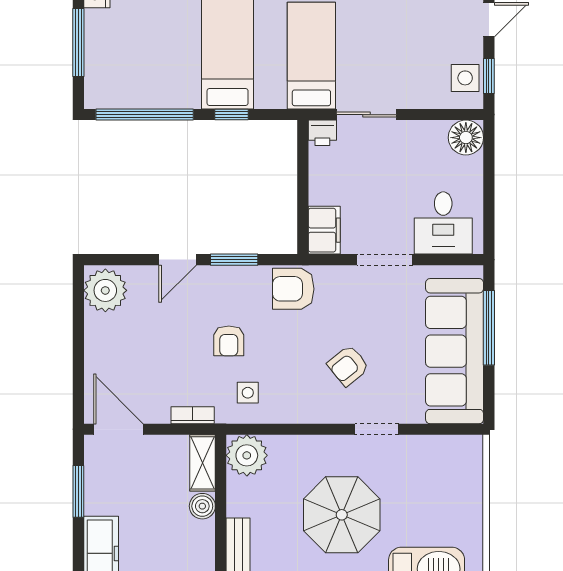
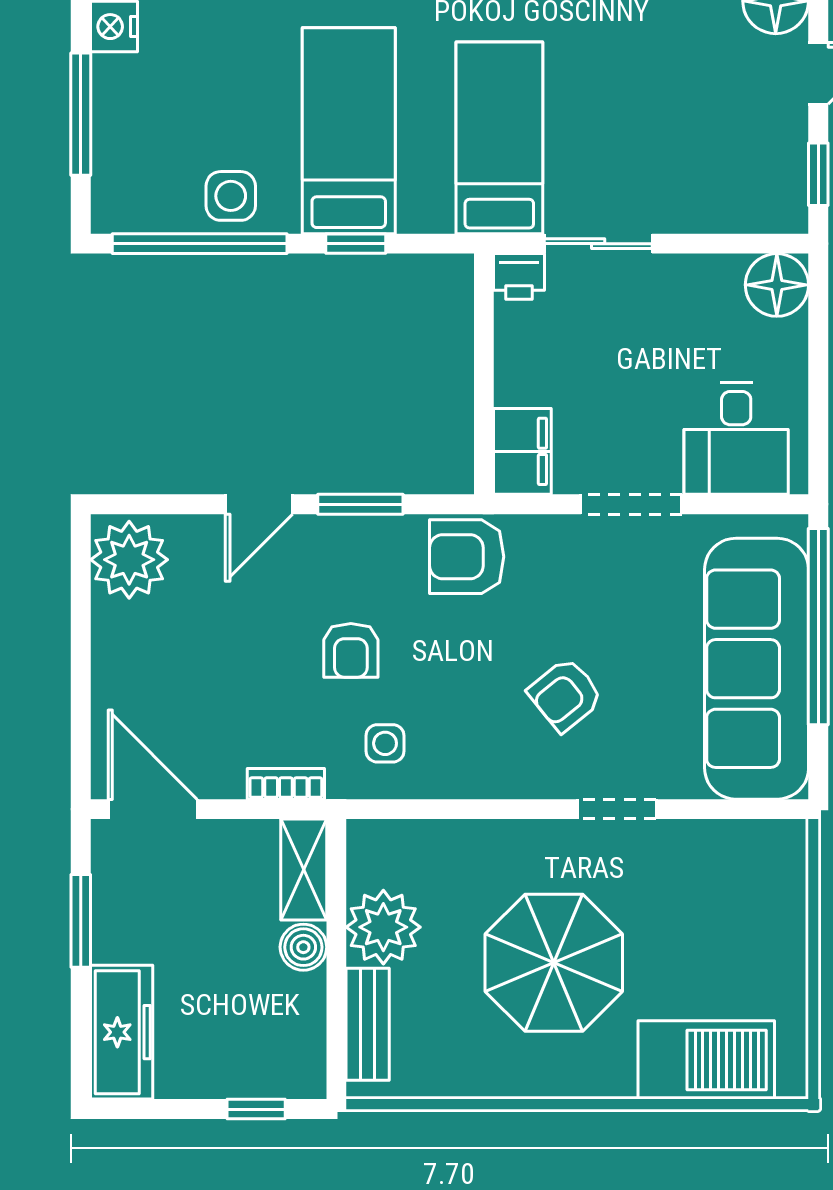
side table: (465, 78) -> (231, 196), moved
window: (489, 328) -> (818, 627), width x1.46
plant: (247, 455) -> (383, 927), moved

